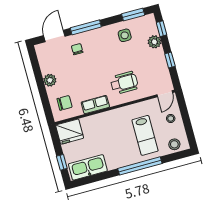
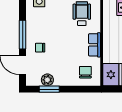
window: (37, 70) -> (49, 89), added
plant: (50, 80) -> (47, 80), moved

